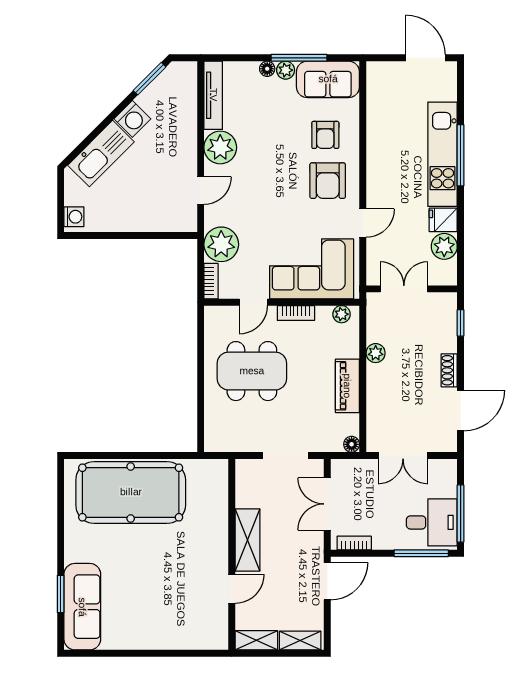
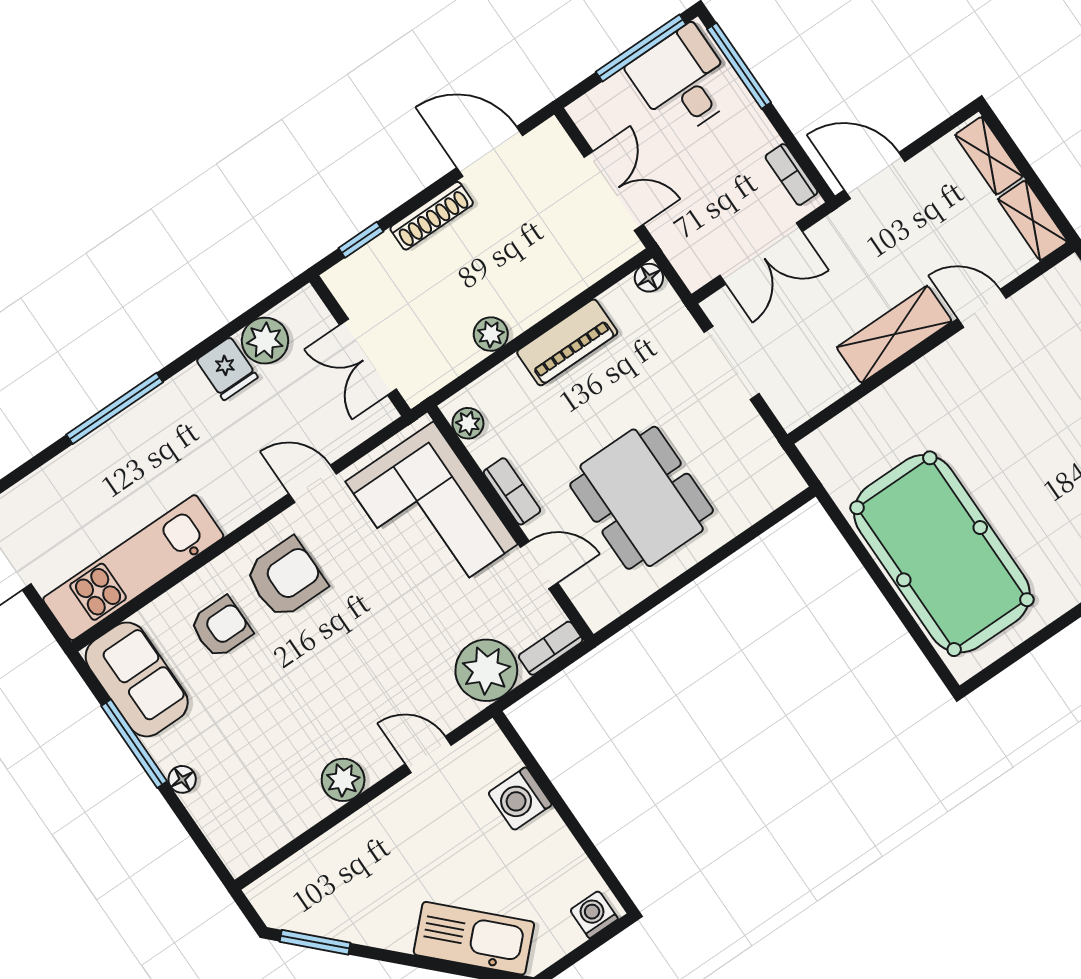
plant: (286, 70) -> (166, 751), removed
tv unit: (213, 95) -> (275, 832), removed
washing machine: (132, 119) -> (520, 799), moved, turned -135
plant: (220, 147) -> (343, 780), width x0.73, depth x0.73
kitchen unit: (442, 154) -> (133, 568), moved, turned 180
shoe rack: (449, 370) -> (432, 216), width x1.43

